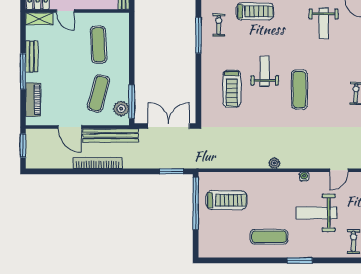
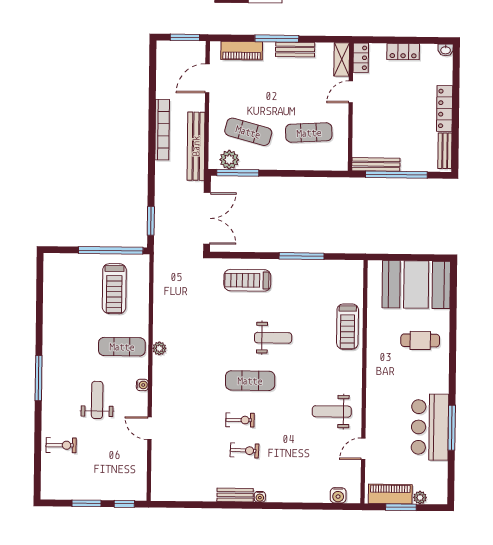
exercise bike: (219, 25) -> (240, 420), moved
window: (198, 35) -> (302, 256), moved
treadmill: (232, 89) -> (247, 280), moved
door: (70, 127) -> (207, 78), moved
weight bench: (317, 213) -> (97, 400), width x0.73, depth x0.75
exercise mat: (269, 237) -> (122, 347), moved, turned 90
window: (300, 260) -> (39, 378), width x1.44

